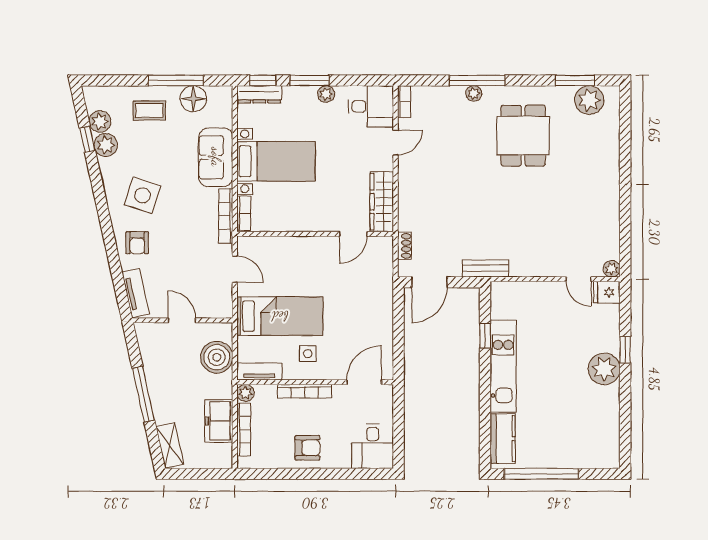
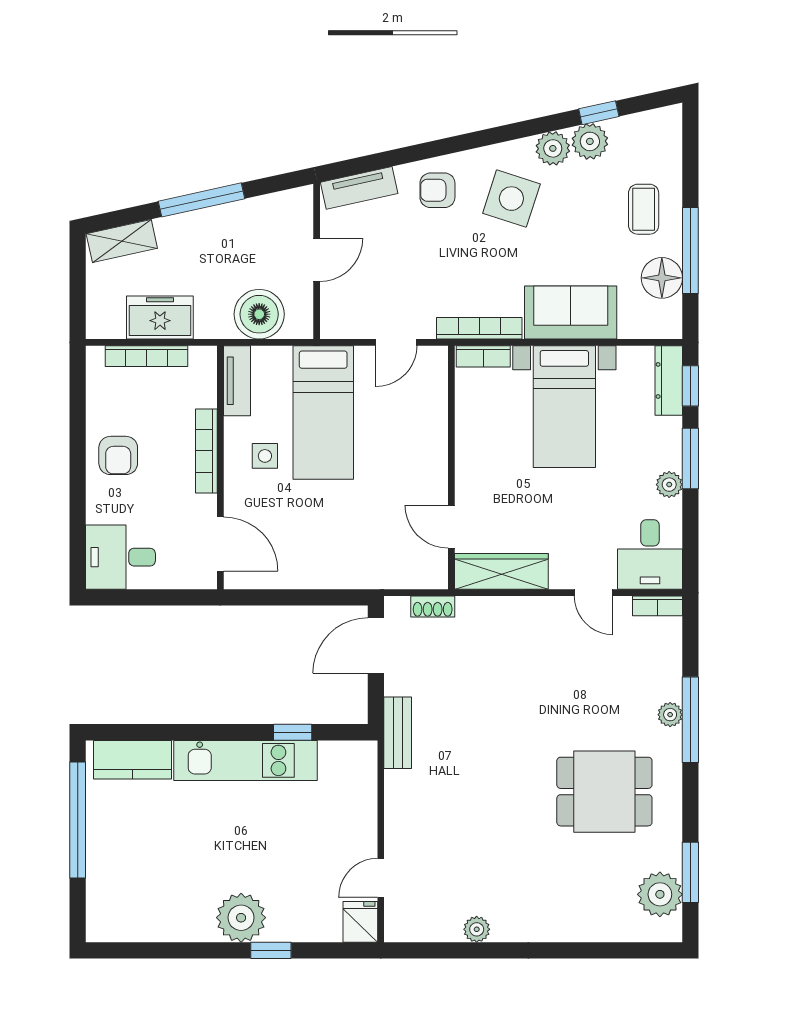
plant: (100, 121) -> (553, 148), moved
plant: (612, 269) -> (477, 929), moved
door: (429, 282) -> (376, 645), hinge flipped
plant: (245, 393) -> (204, 359), removed

